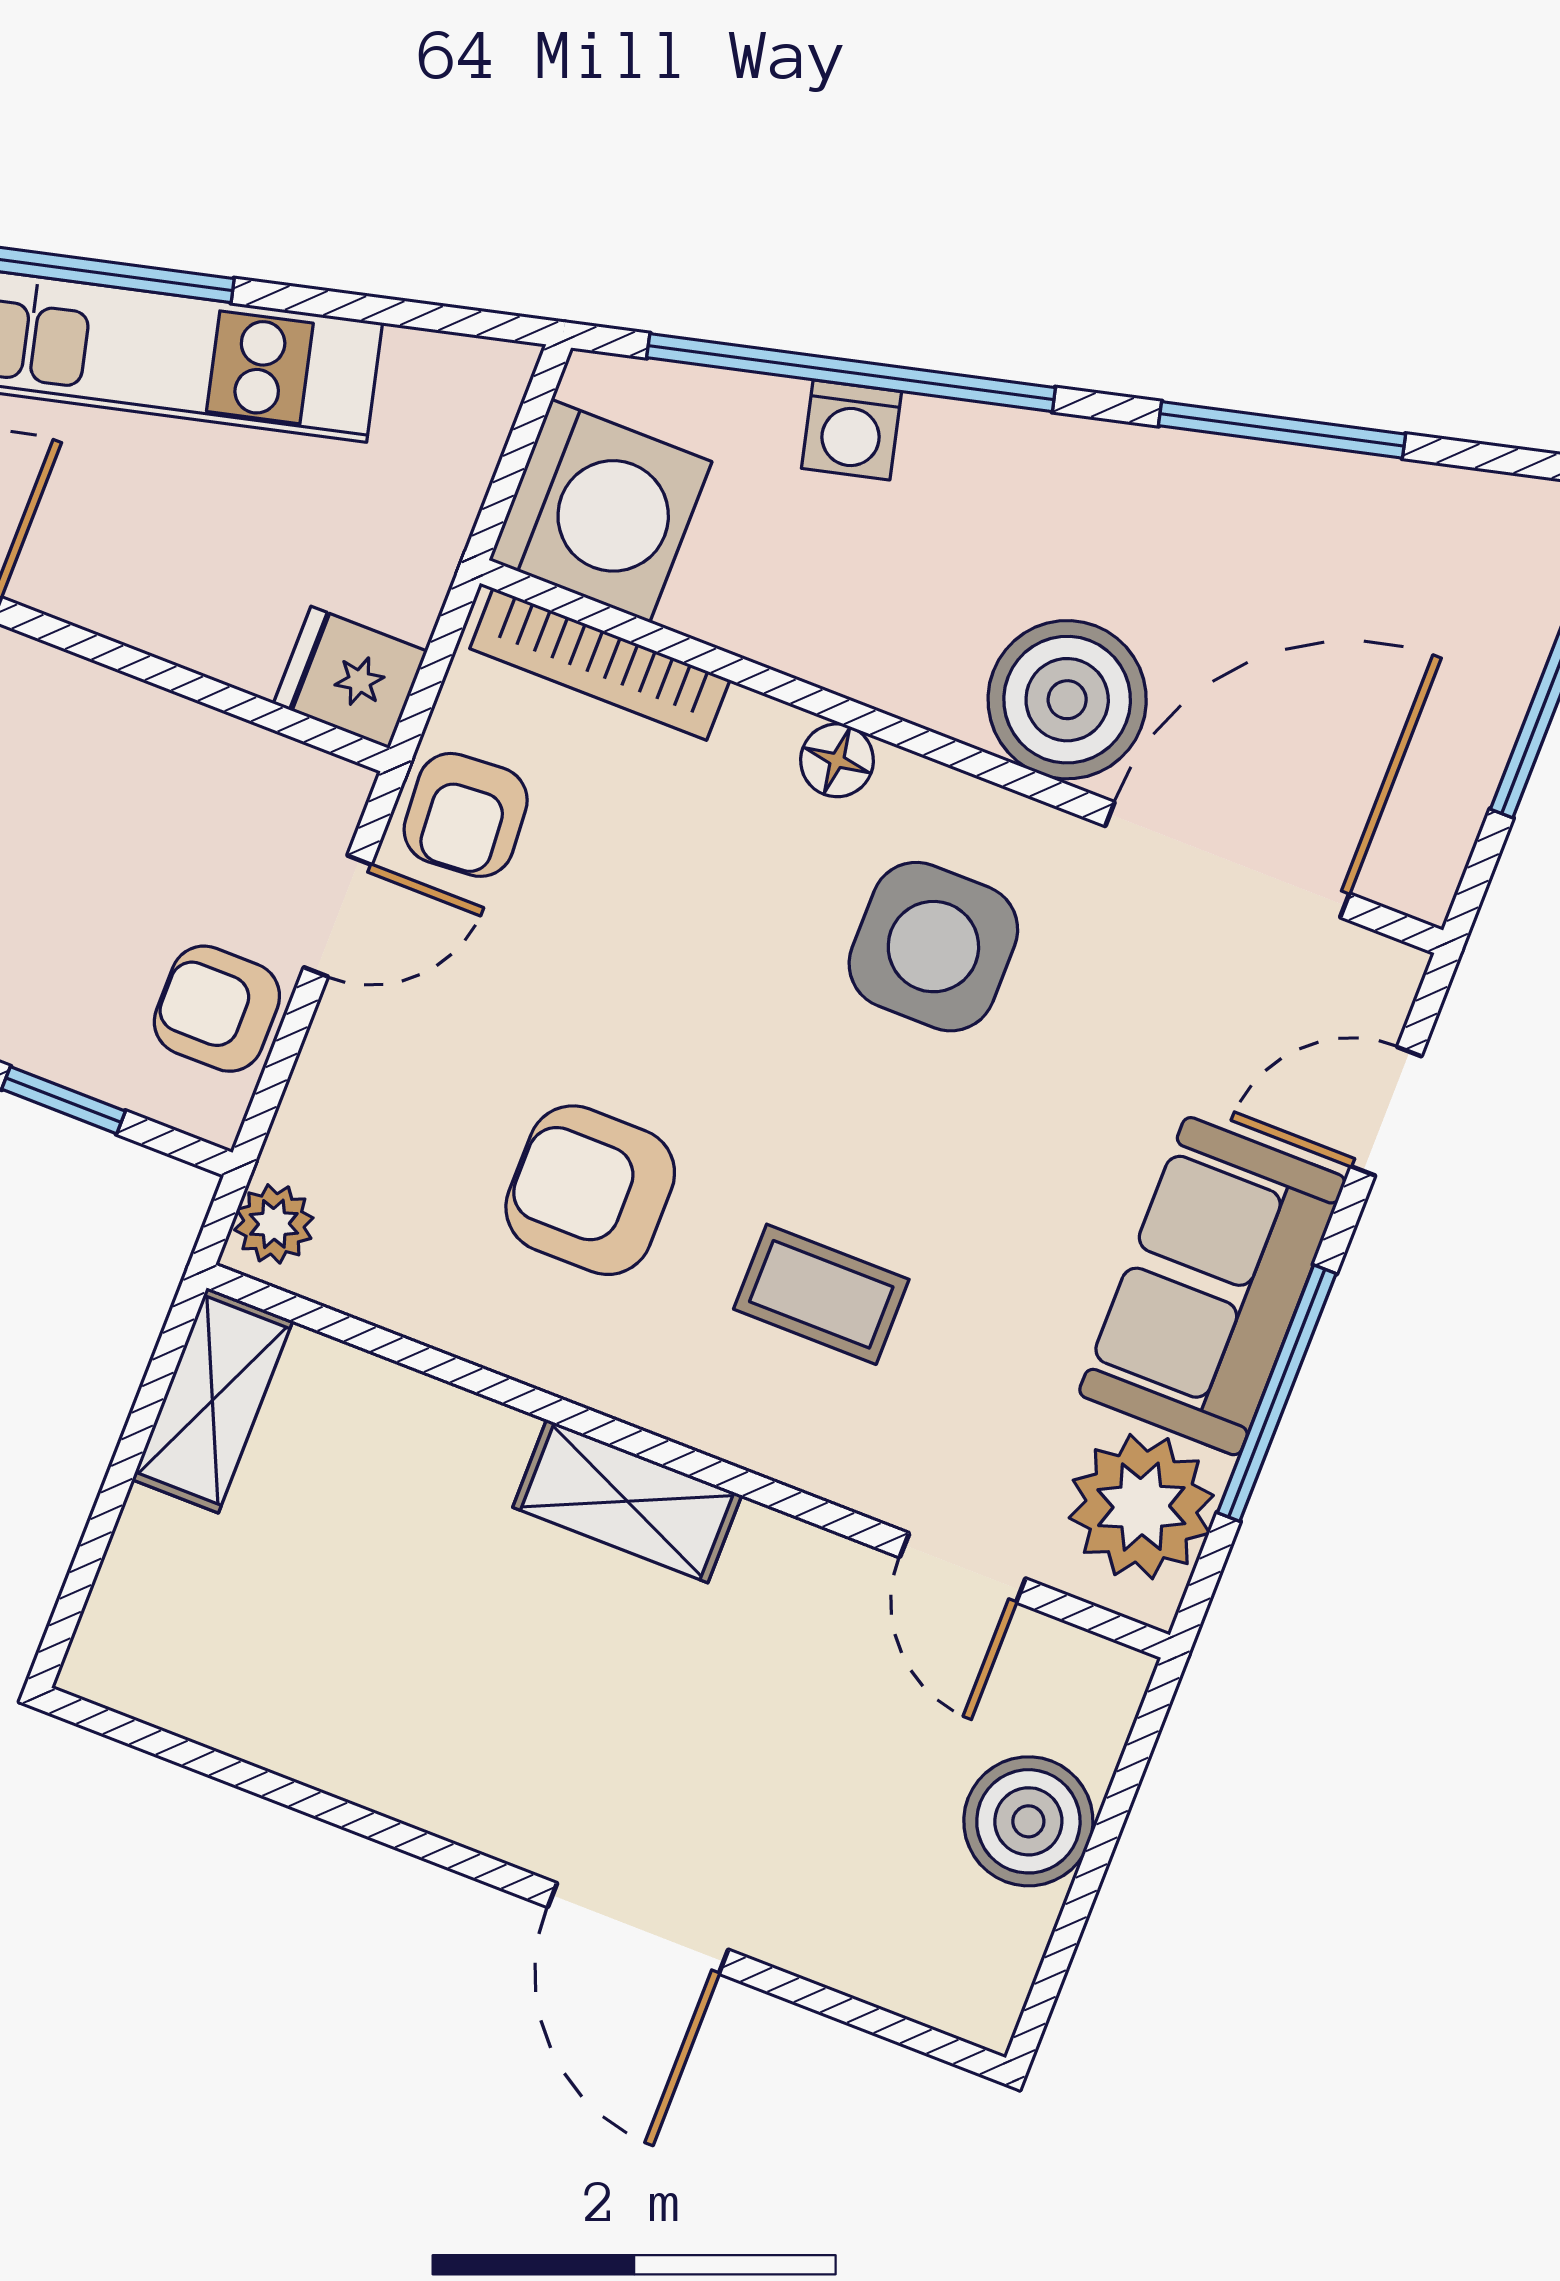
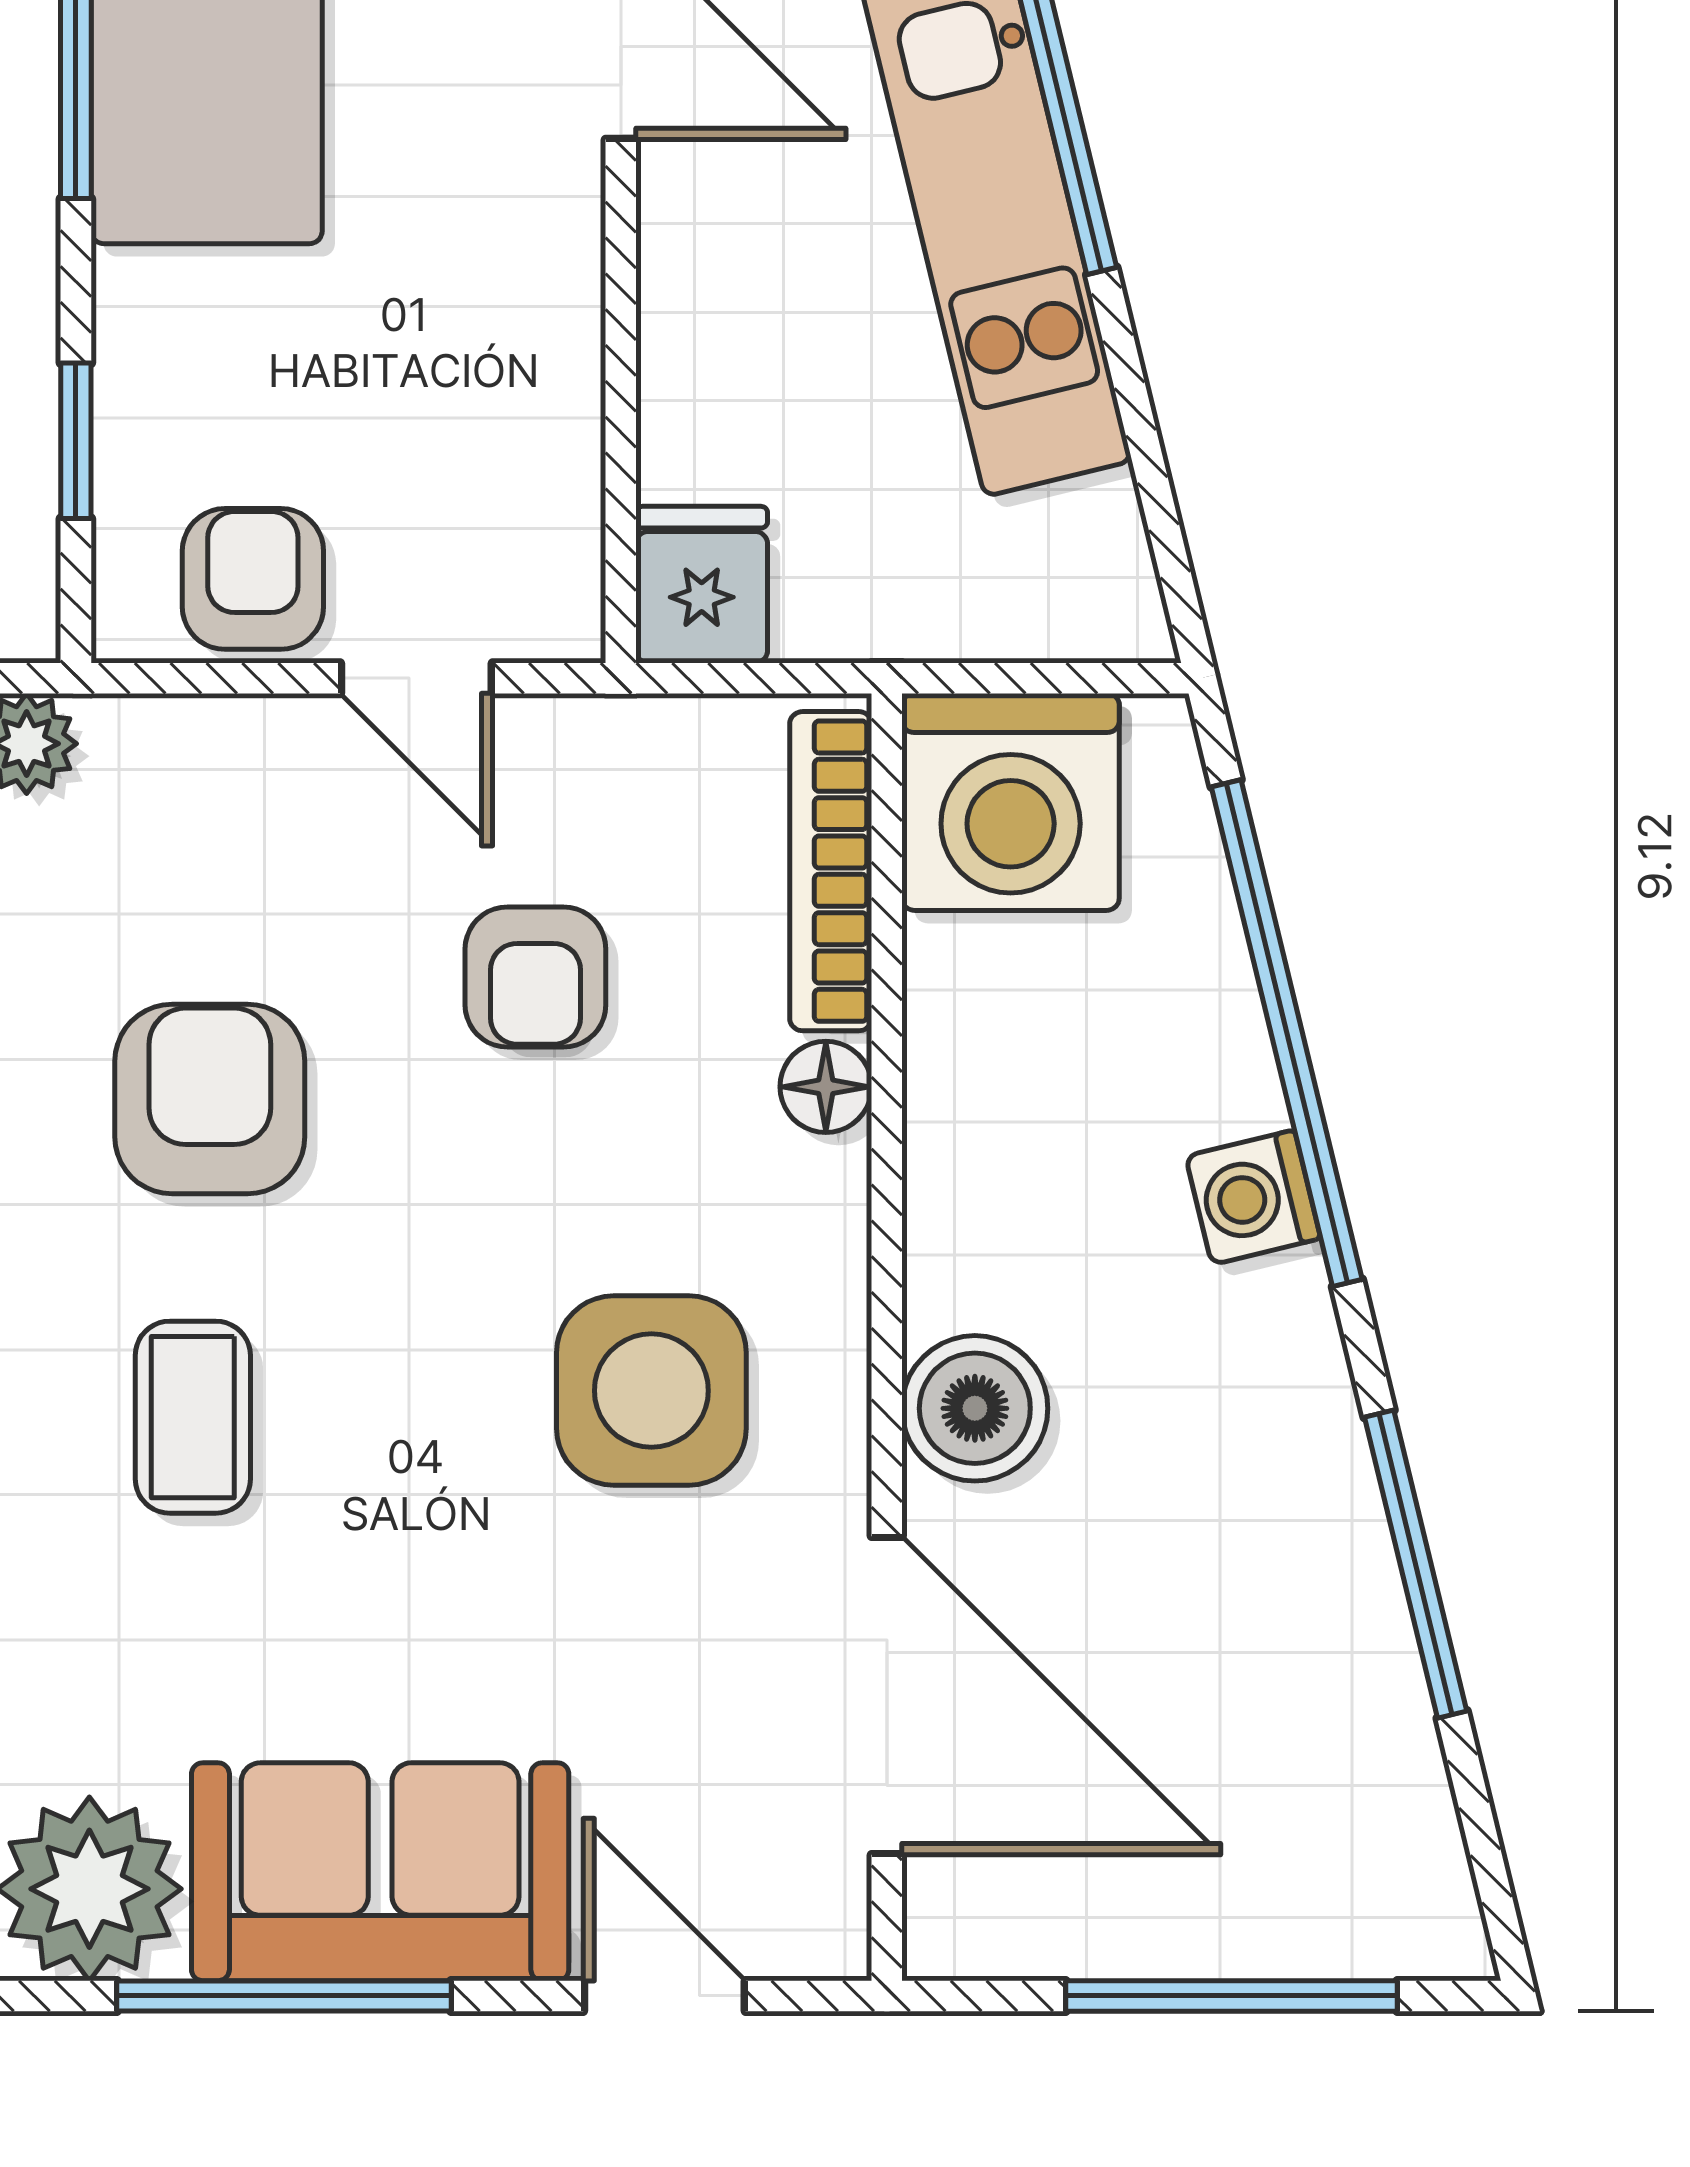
washing machine: (851, 430) -> (1253, 1197), moved
boiler: (1067, 700) -> (975, 1408), width x0.73, depth x0.73
floor lamp: (837, 760) -> (826, 1087), moved
armchair: (466, 815) -> (535, 977), moved, turned -86

